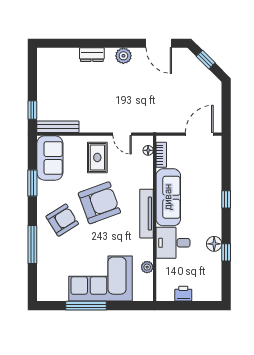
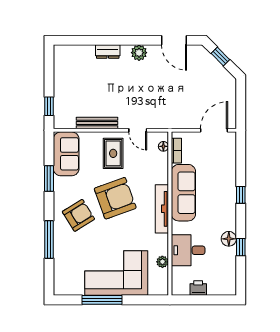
bench: (58, 127) -> (97, 123), moved
desk: (173, 243) -> (188, 250), moved

